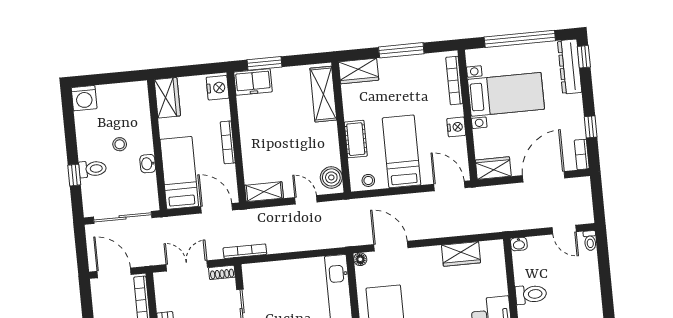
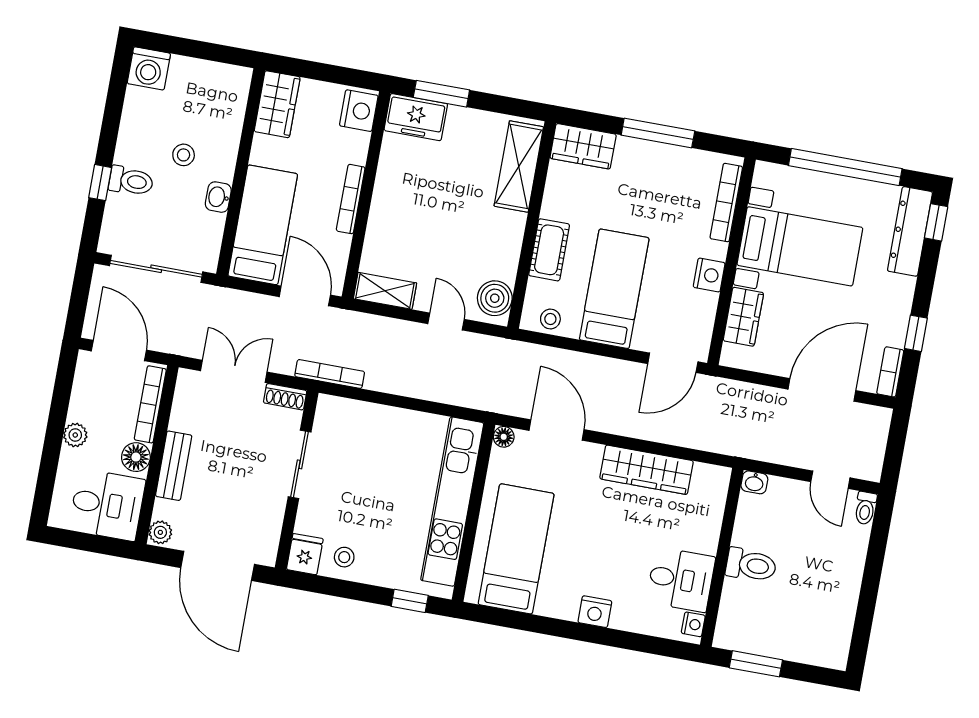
wardrobe: (493, 168) -> (743, 317), moved, turned 90
door: (449, 186) -> (673, 363), swing flipped
wardrobe: (461, 254) -> (647, 470), width x1.50

